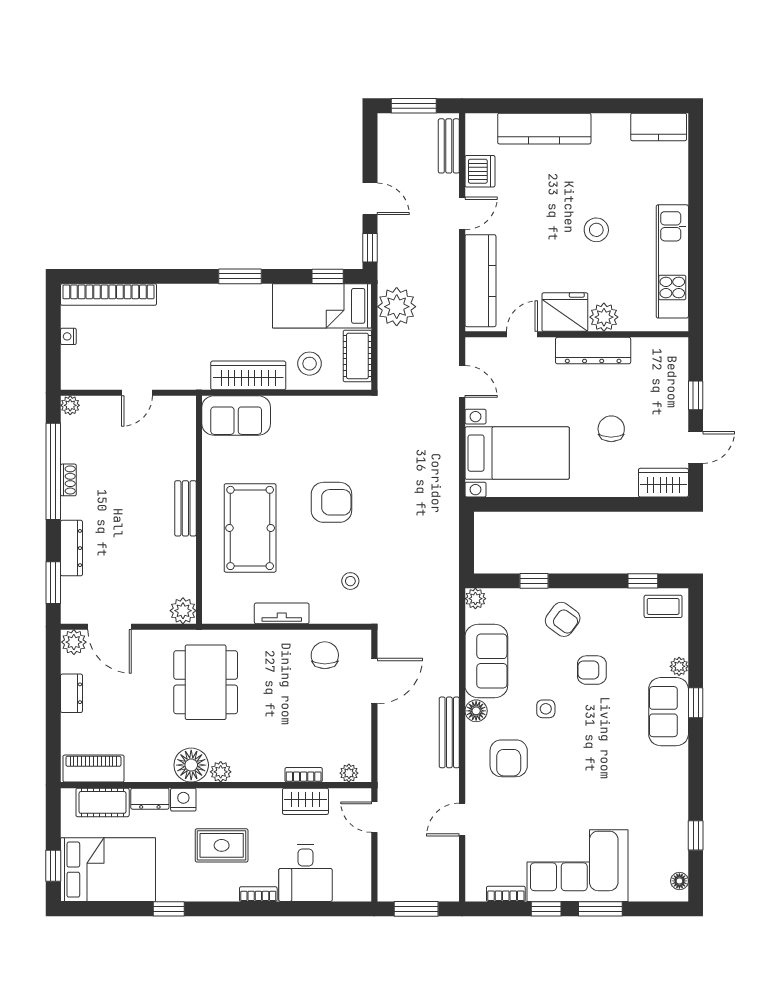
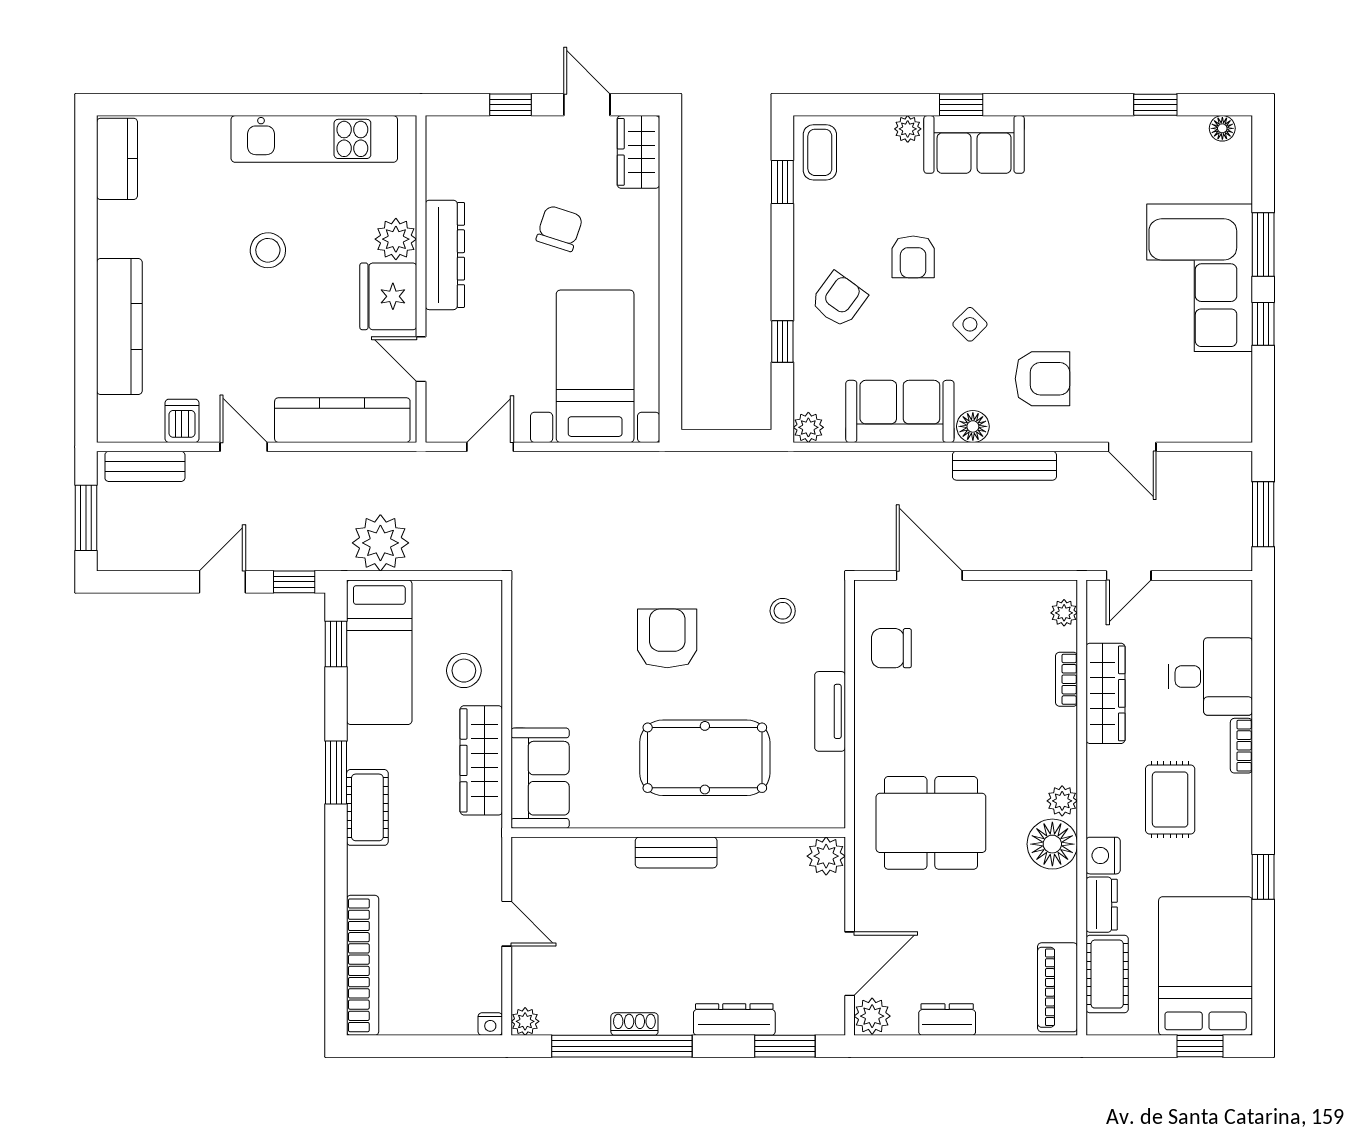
dishwasher: (480, 171) -> (182, 421), width x0.73
nightstand: (68, 336) -> (490, 1024), moved
cot: (357, 356) -> (367, 807), moved, turned 90
chair: (611, 429) -> (559, 228), turned 108
side table: (546, 709) -> (970, 324), turned 45
wardrobe: (305, 801) -> (1105, 693), width x1.50
bookcase: (506, 894) -> (1241, 383), removed

